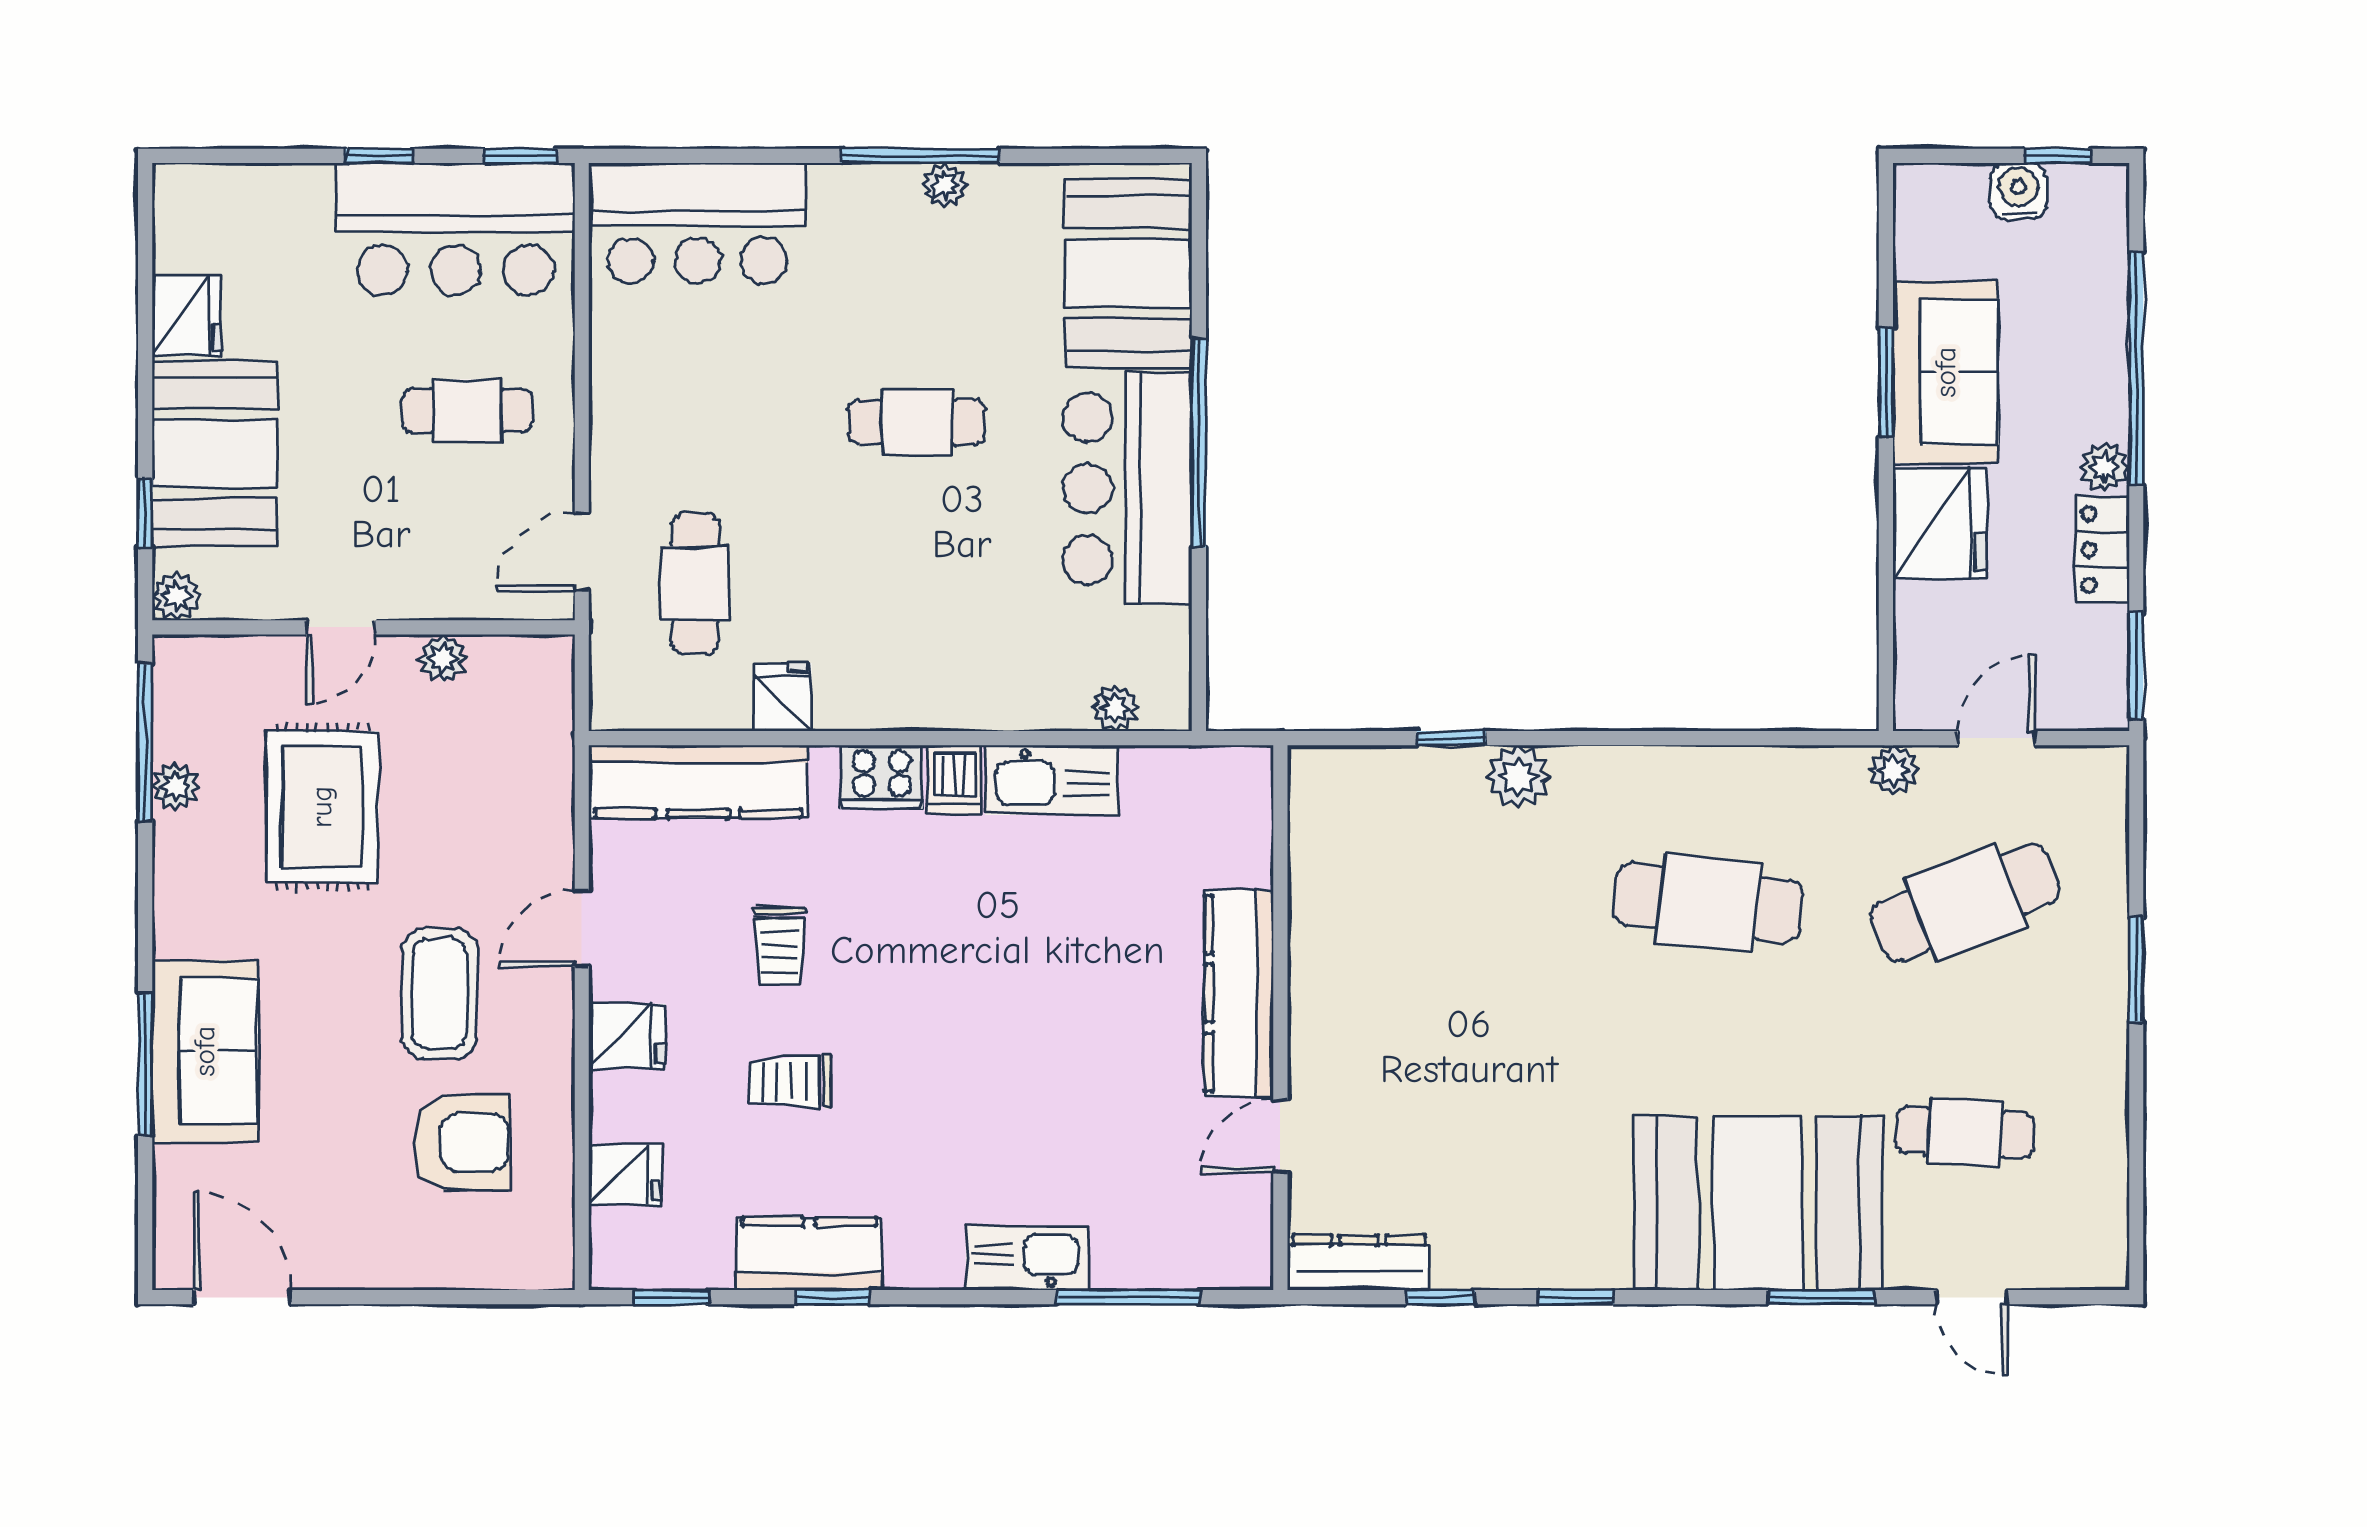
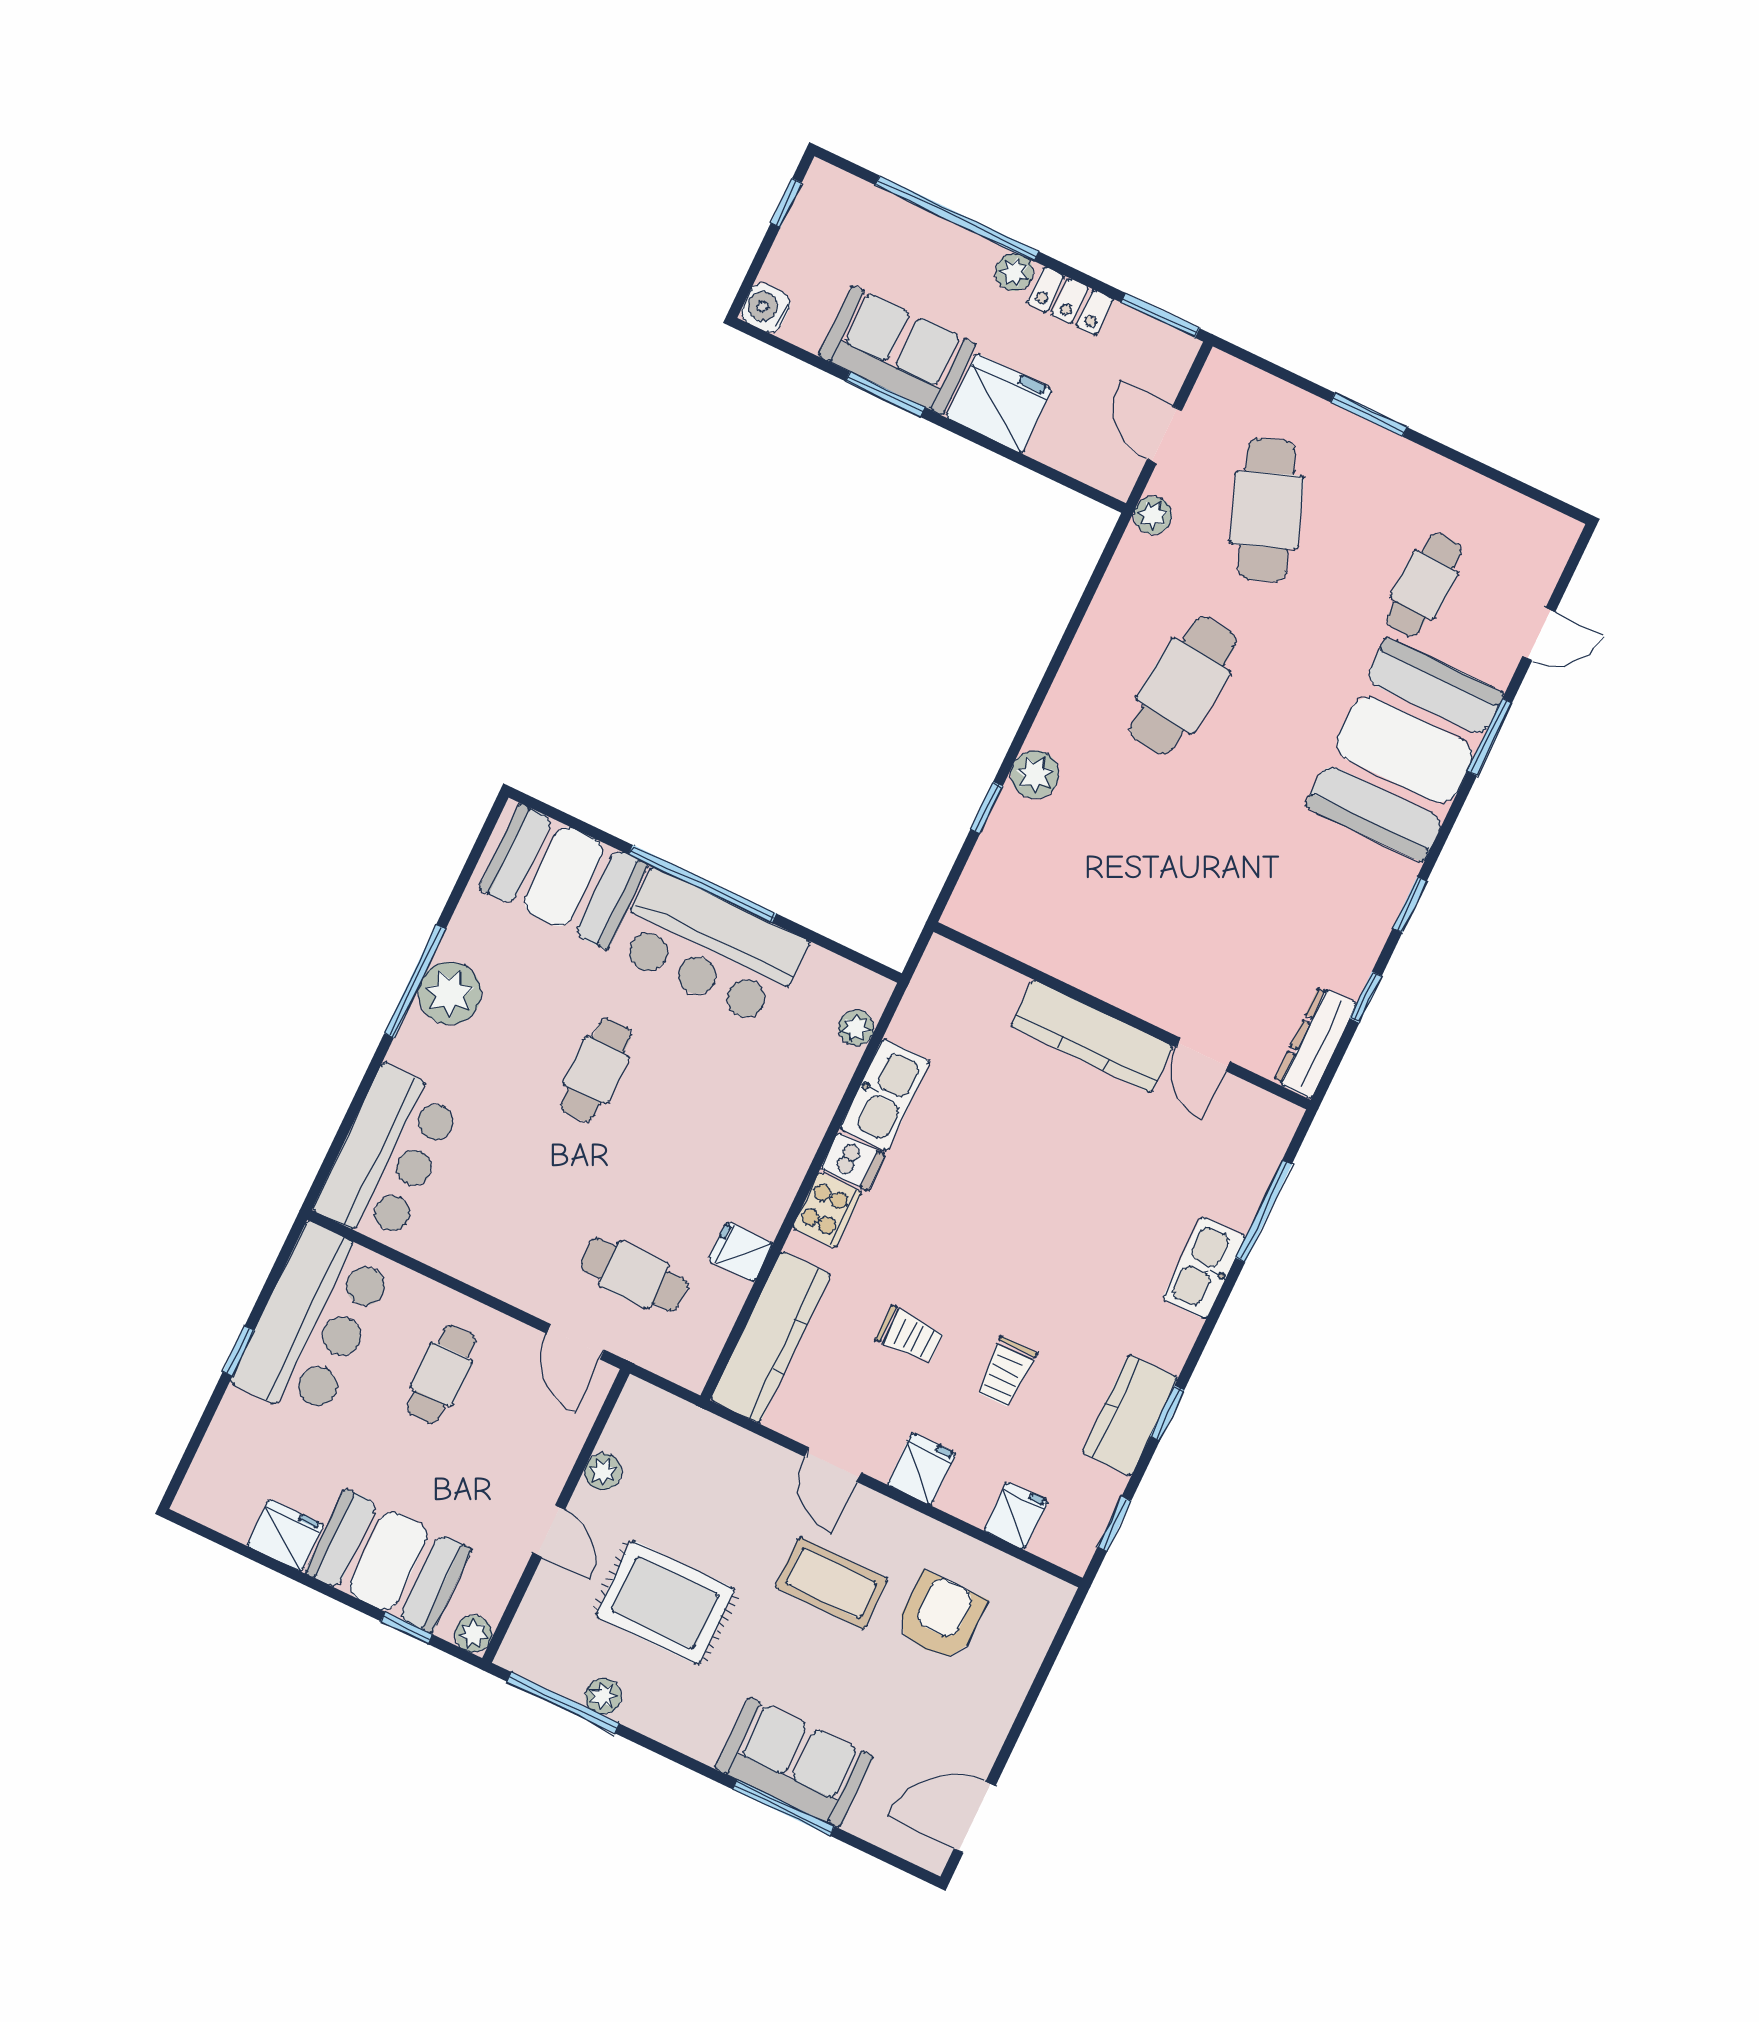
window: (520, 156) -> (285, 1255), removed
plant: (945, 185) -> (450, 993), width x1.88, depth x1.88
water cooler: (2018, 191) -> (766, 308), moved

